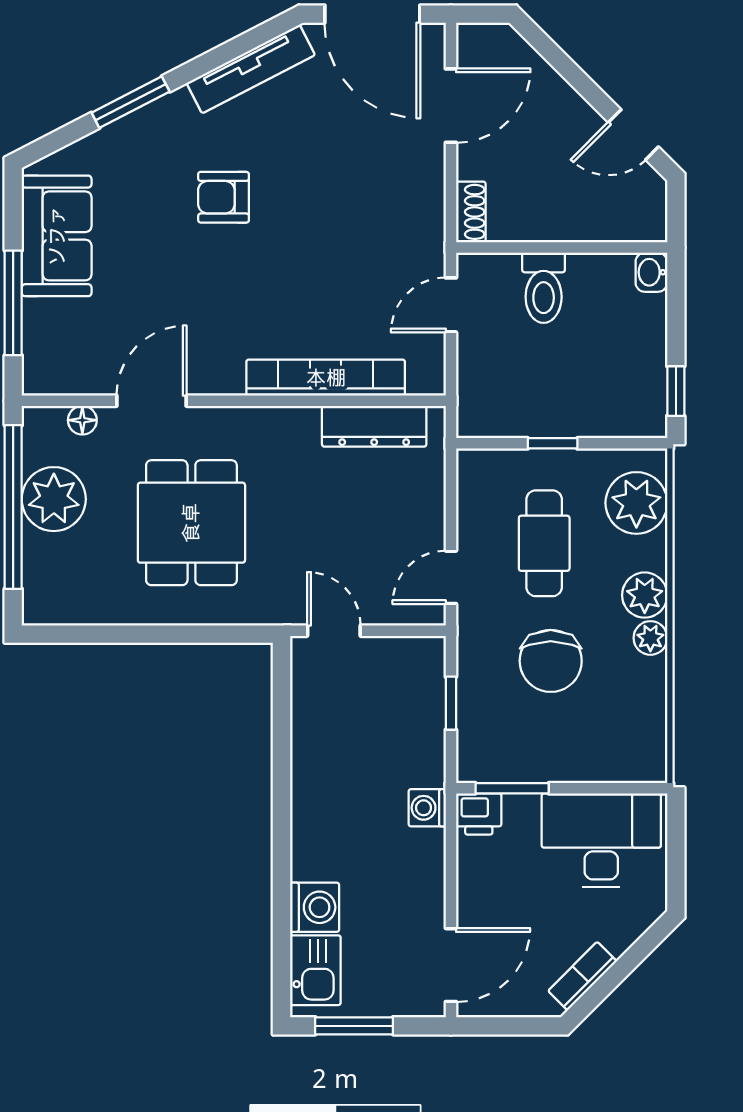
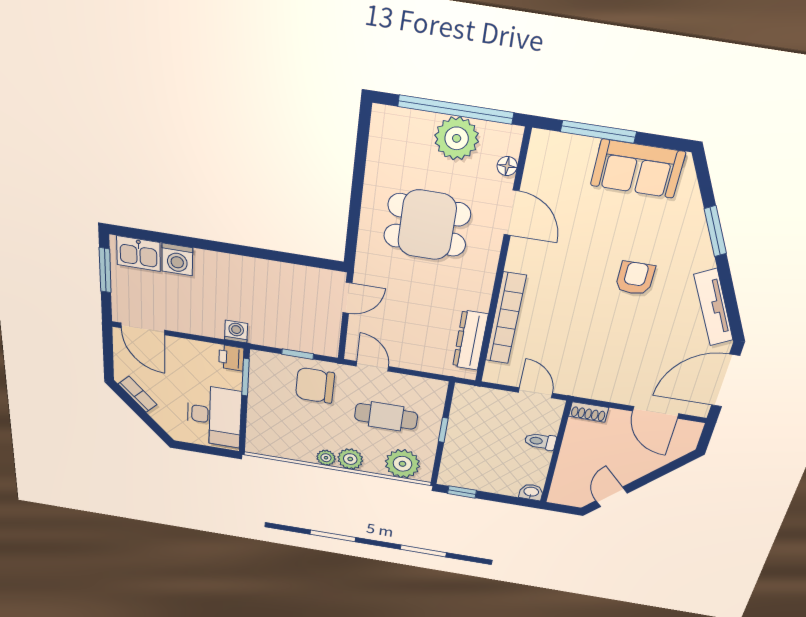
toilet: (544, 288) -> (540, 441), width x0.73, depth x0.72
chair: (551, 661) -> (315, 385), moved

